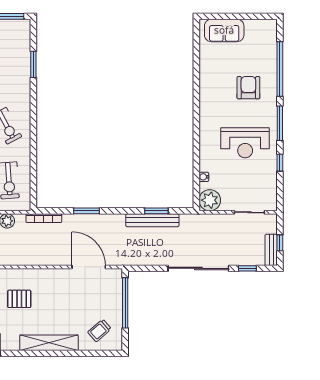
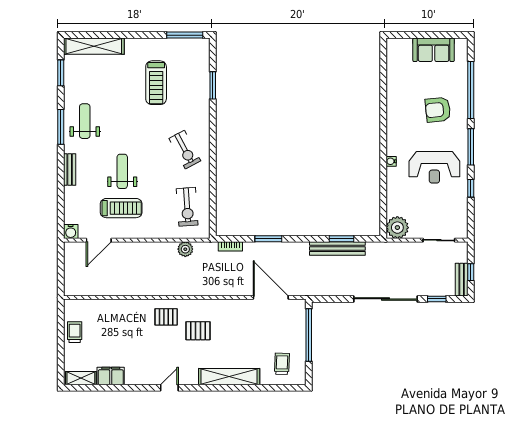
sofa: (224, 30) -> (434, 50), moved
armchair: (248, 88) -> (438, 110), turned -96
water cooler: (204, 177) -> (391, 161), moved
bookcase: (44, 218) -> (230, 246), width x0.64
trolley: (99, 330) -> (282, 364), turned 133

